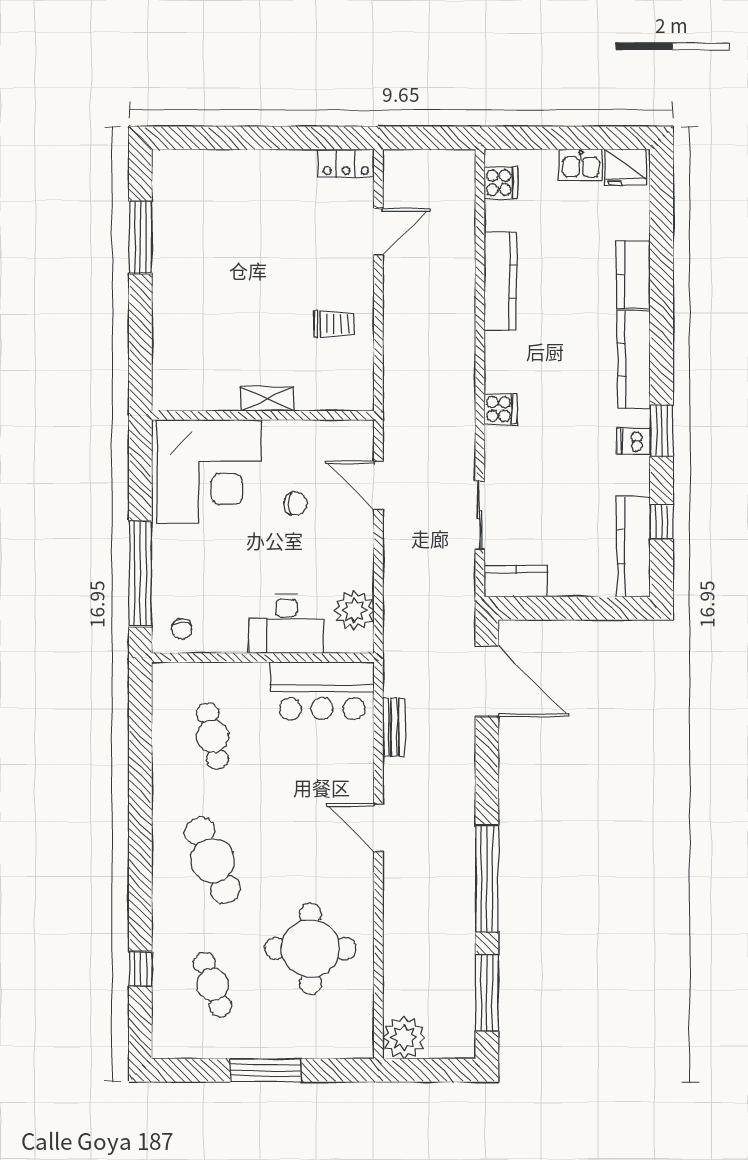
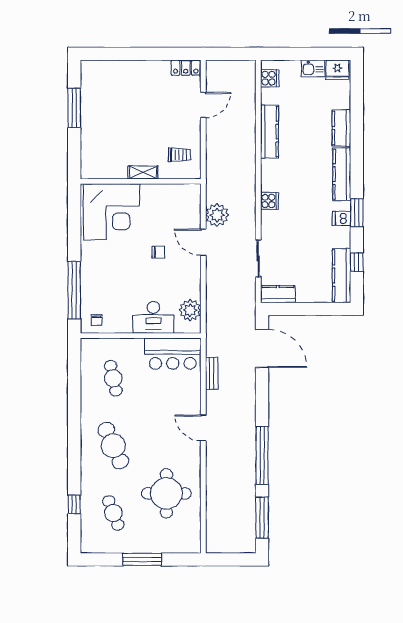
shelving: (267, 399) -> (143, 172), moved
wall: (263, 415) -> (141, 181), moved
corner desk: (209, 471) -> (112, 212), moved
plant: (404, 1038) -> (217, 215), moved

